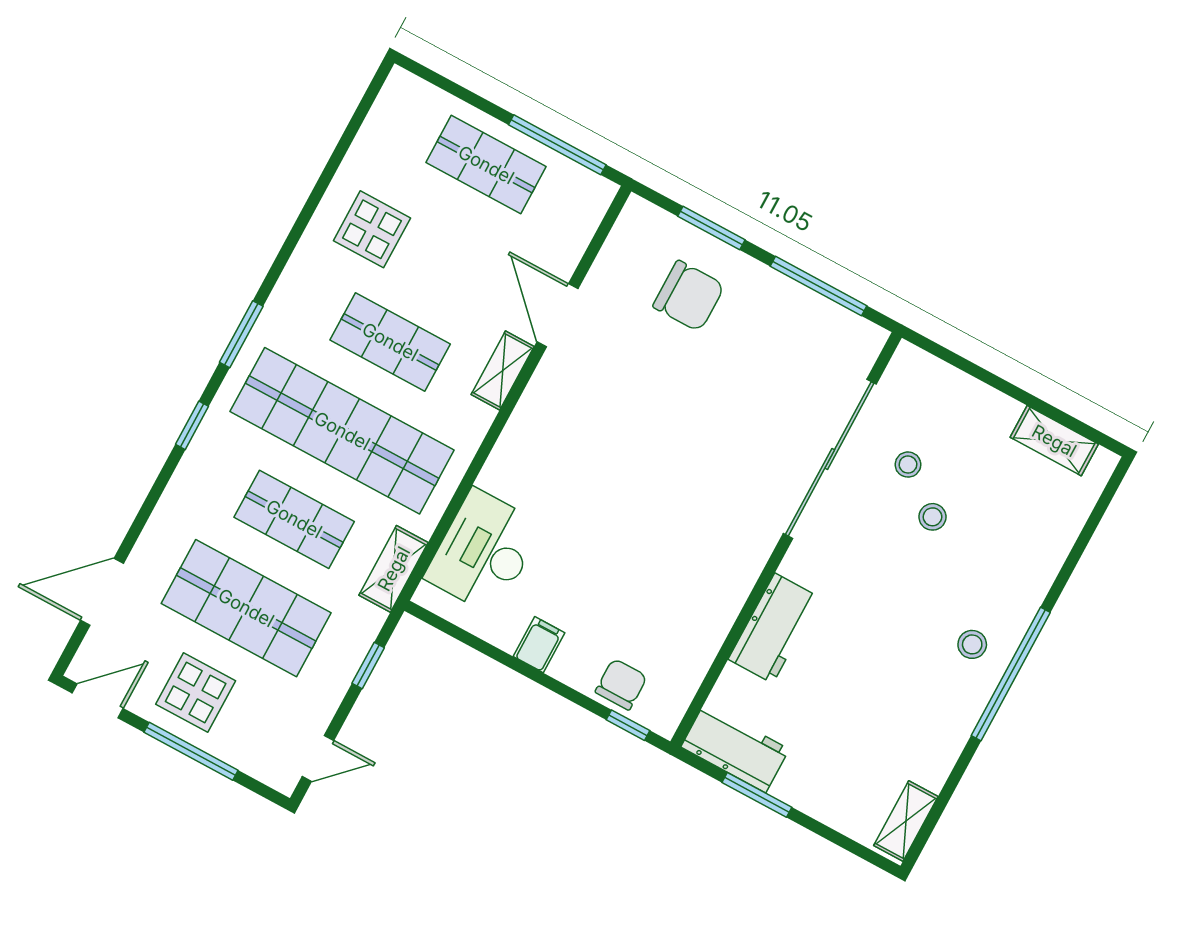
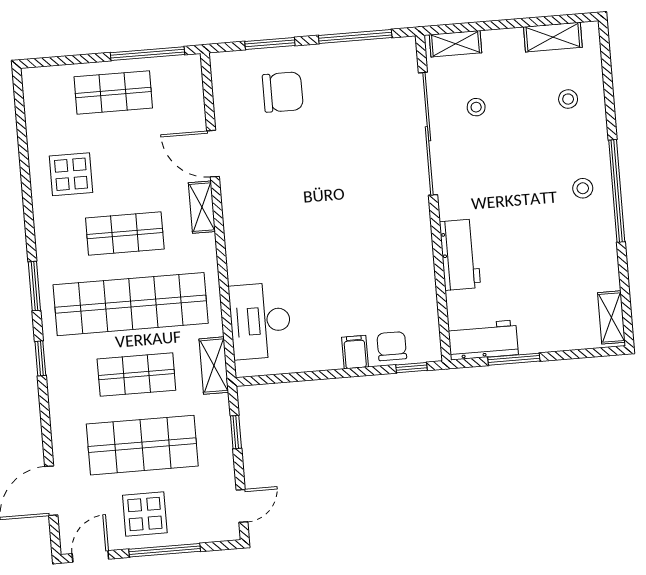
shelving: (933, 373) -> (455, 44), added
stool: (932, 517) -> (568, 99), moved
filing cabinet: (539, 645) -> (355, 352), moved

